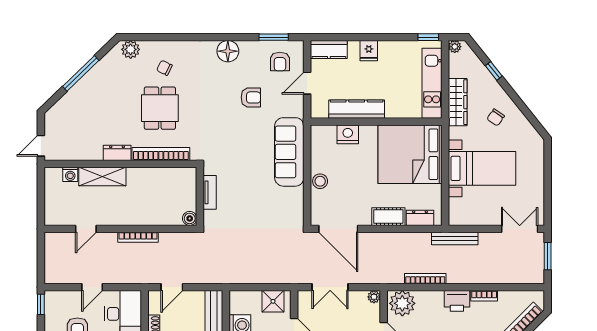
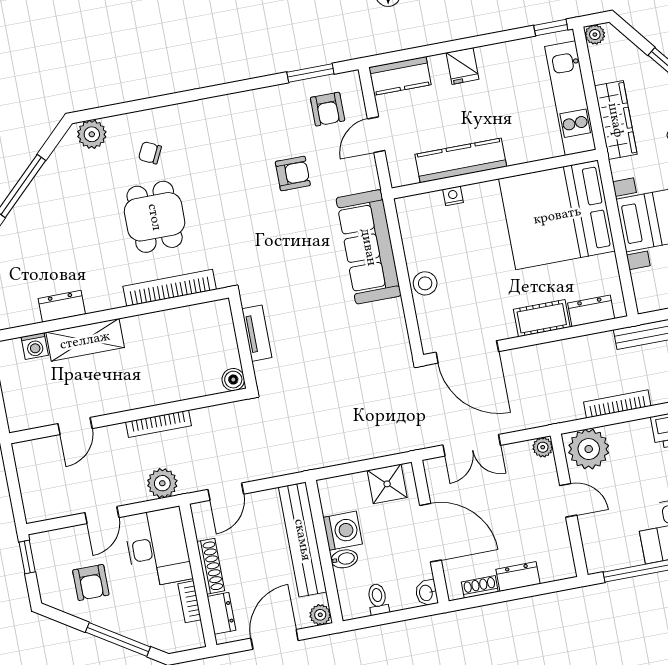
floor lamp: (228, 51) -> (244, 108), removed
nightstand: (348, 134) -> (453, 196), width x0.53, depth x0.56
dresser: (117, 153) -> (62, 306), moved
plant: (133, 275) -> (162, 483), added

